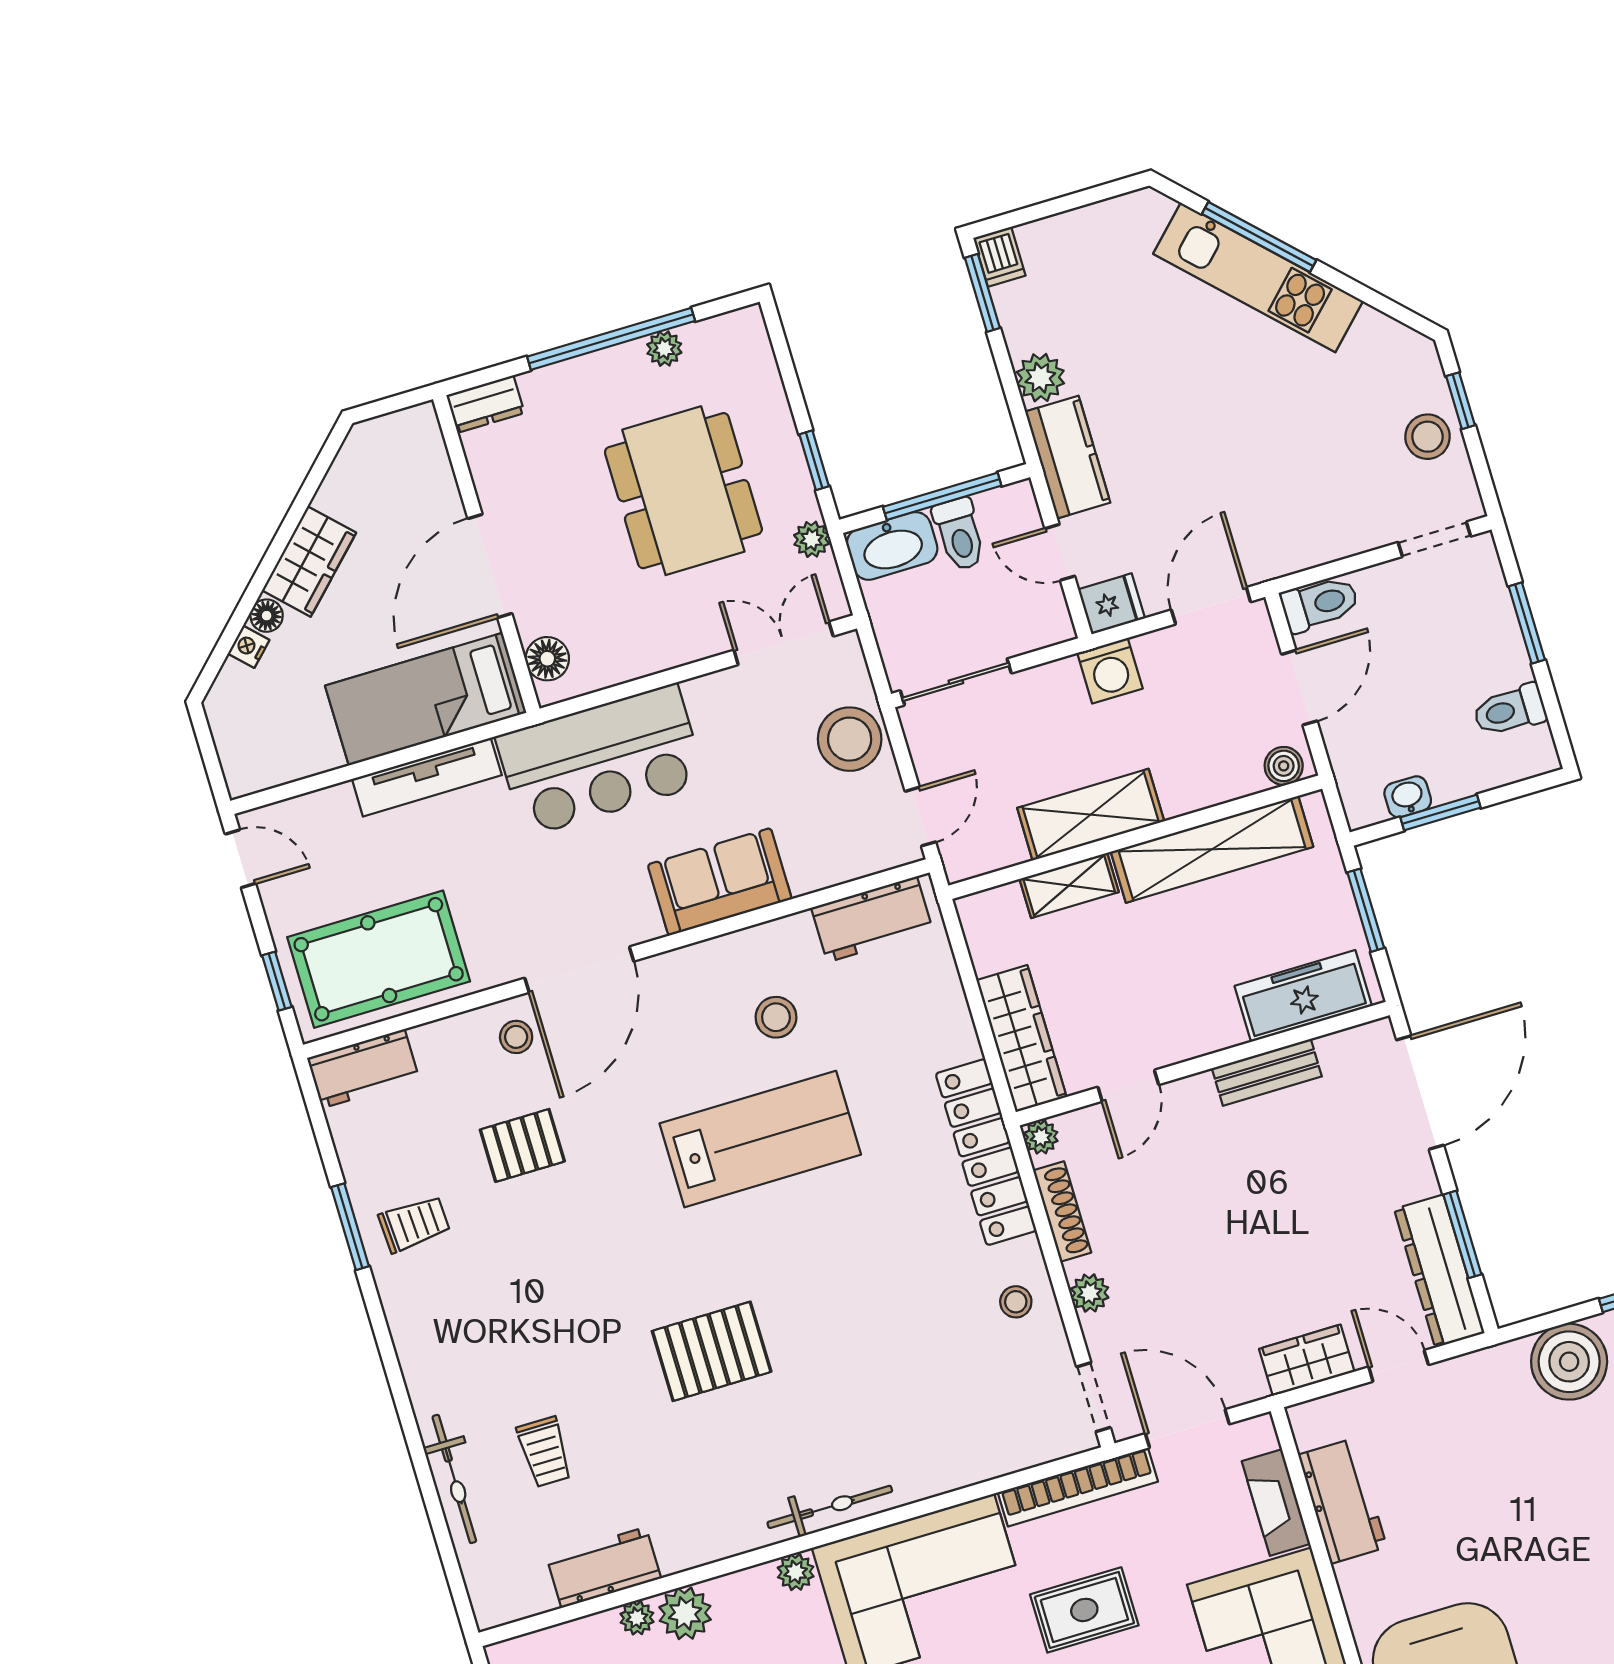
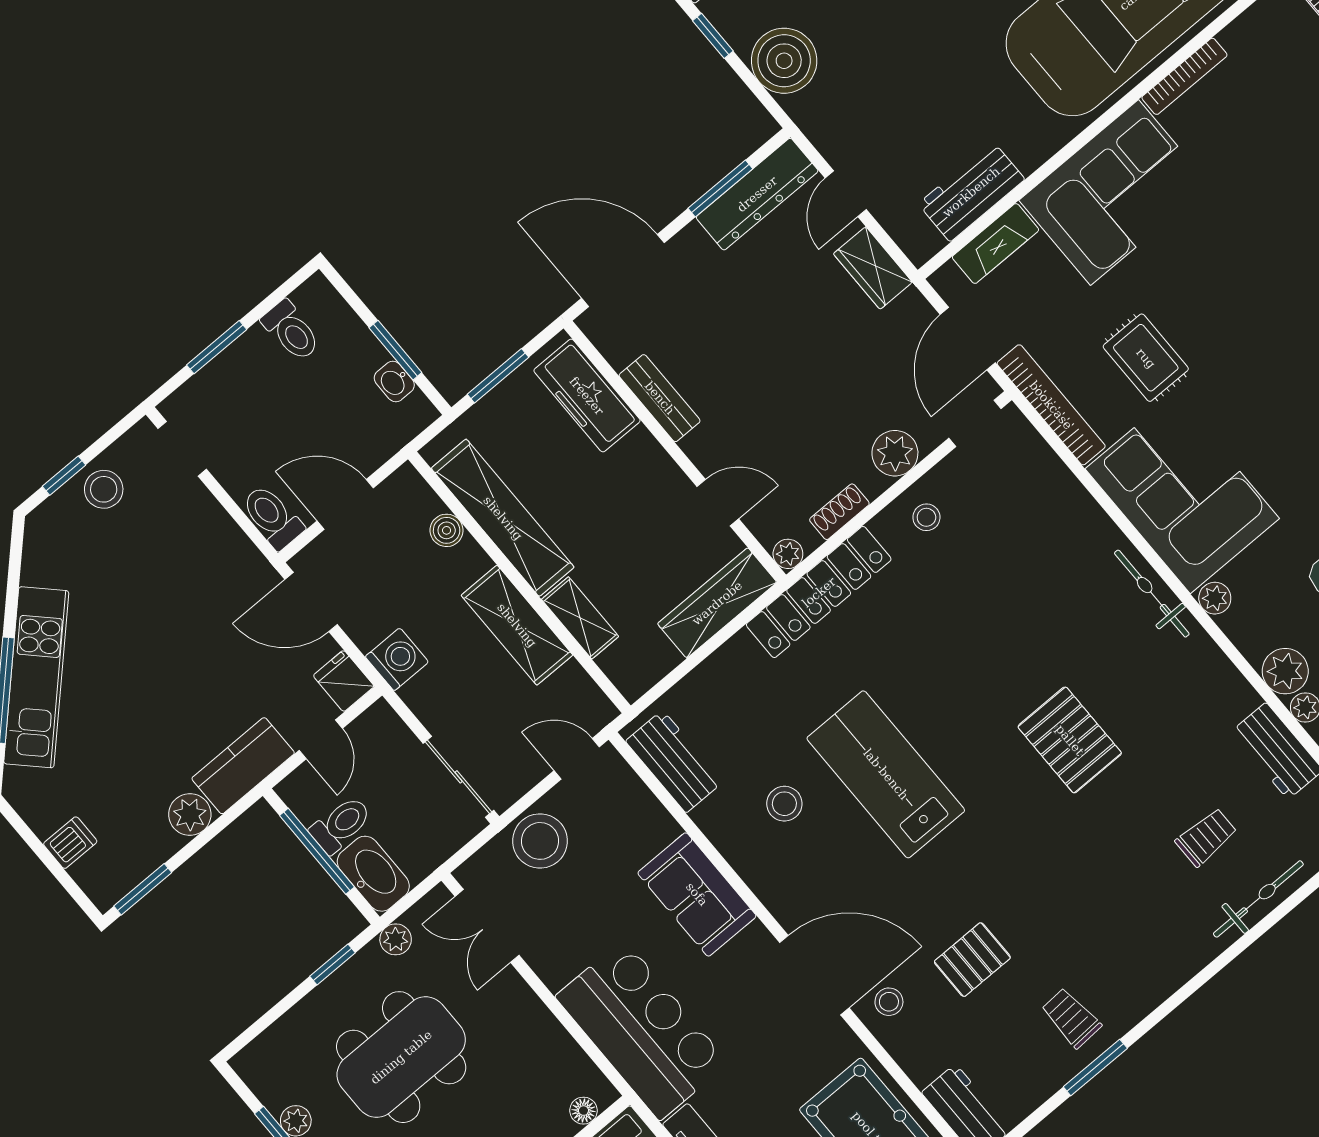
dishwasher: (999, 257) -> (70, 843), moved
floor lamp: (547, 659) -> (583, 1111), width x0.73, depth x0.73
boiler: (1284, 766) -> (447, 530), moved
pallet: (522, 1145) -> (972, 960), turned 90
shoe rack: (1062, 1211) -> (839, 512), width x0.70
plant: (1090, 1293) -> (895, 453), width x1.38, depth x1.38

